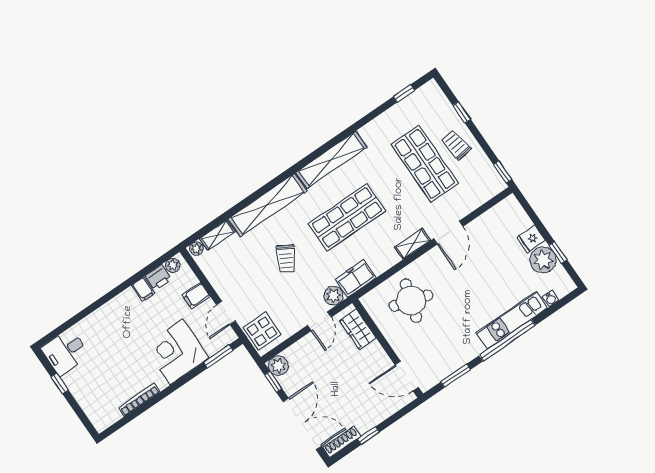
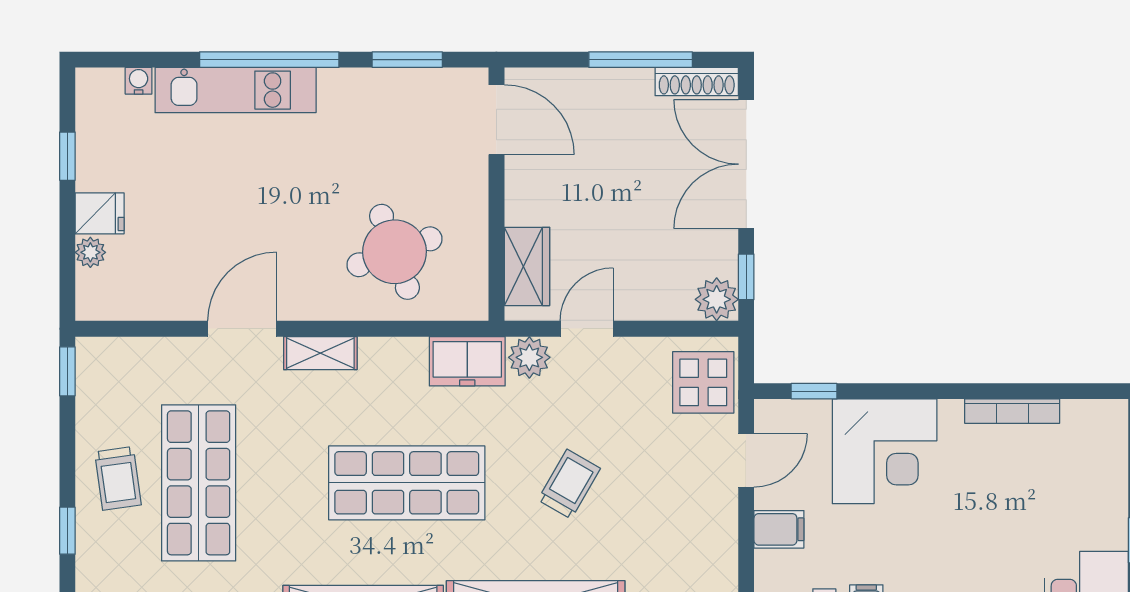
plant: (543, 260) -> (90, 252), moved, width x0.53, depth x0.53
round table: (411, 301) -> (394, 252), turned -37
window: (218, 356) -> (814, 391), width x0.67
window: (368, 436) -> (641, 60), width x2.17

